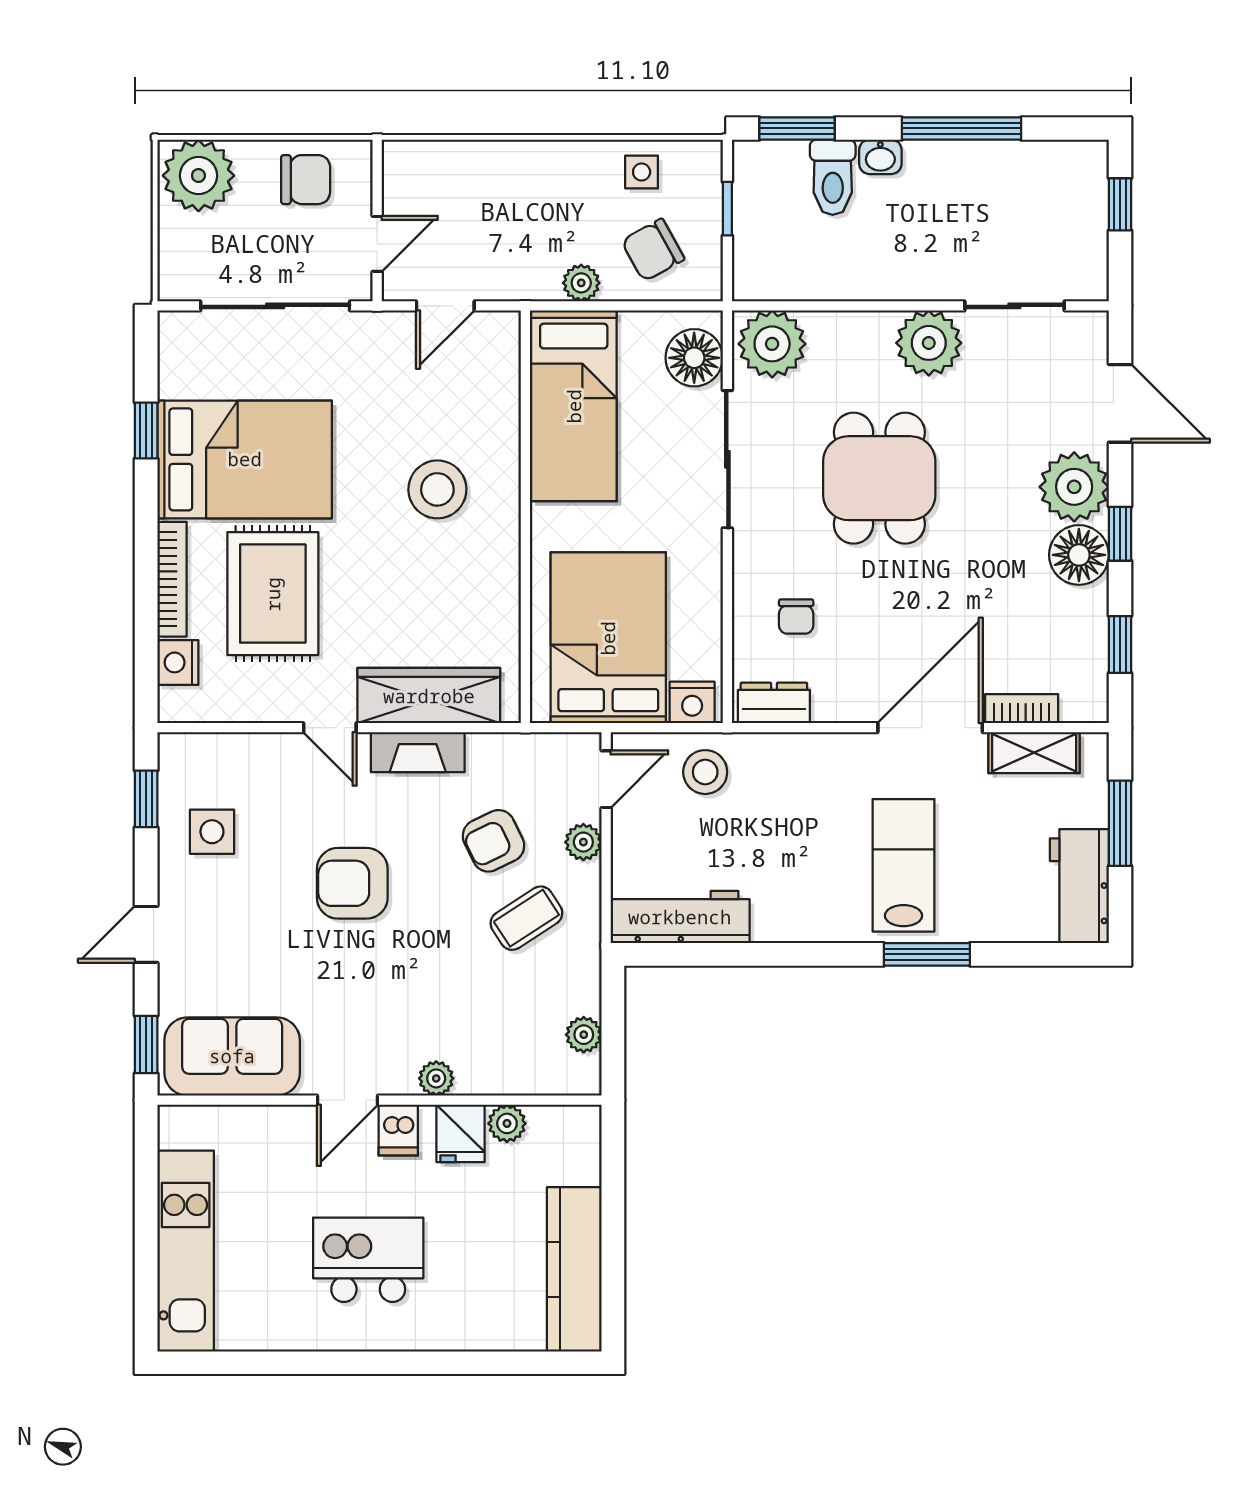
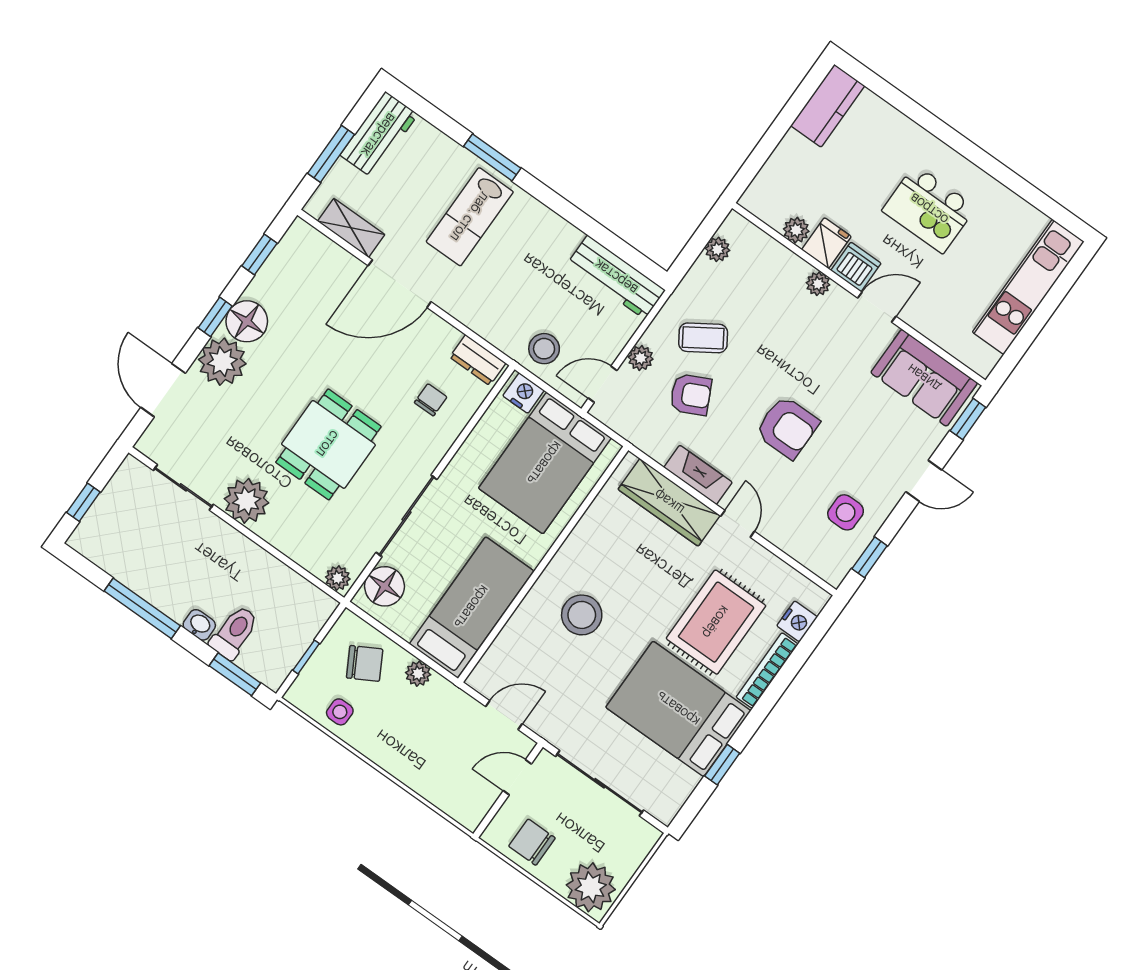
plant: (772, 344) -> (338, 578), width x0.53, depth x0.53
bookcase: (1022, 709) -> (341, 258), removed
dishwasher: (398, 1130) -> (856, 267), width x1.38
kitchen counter: (574, 1269) -> (828, 106), width x0.67

